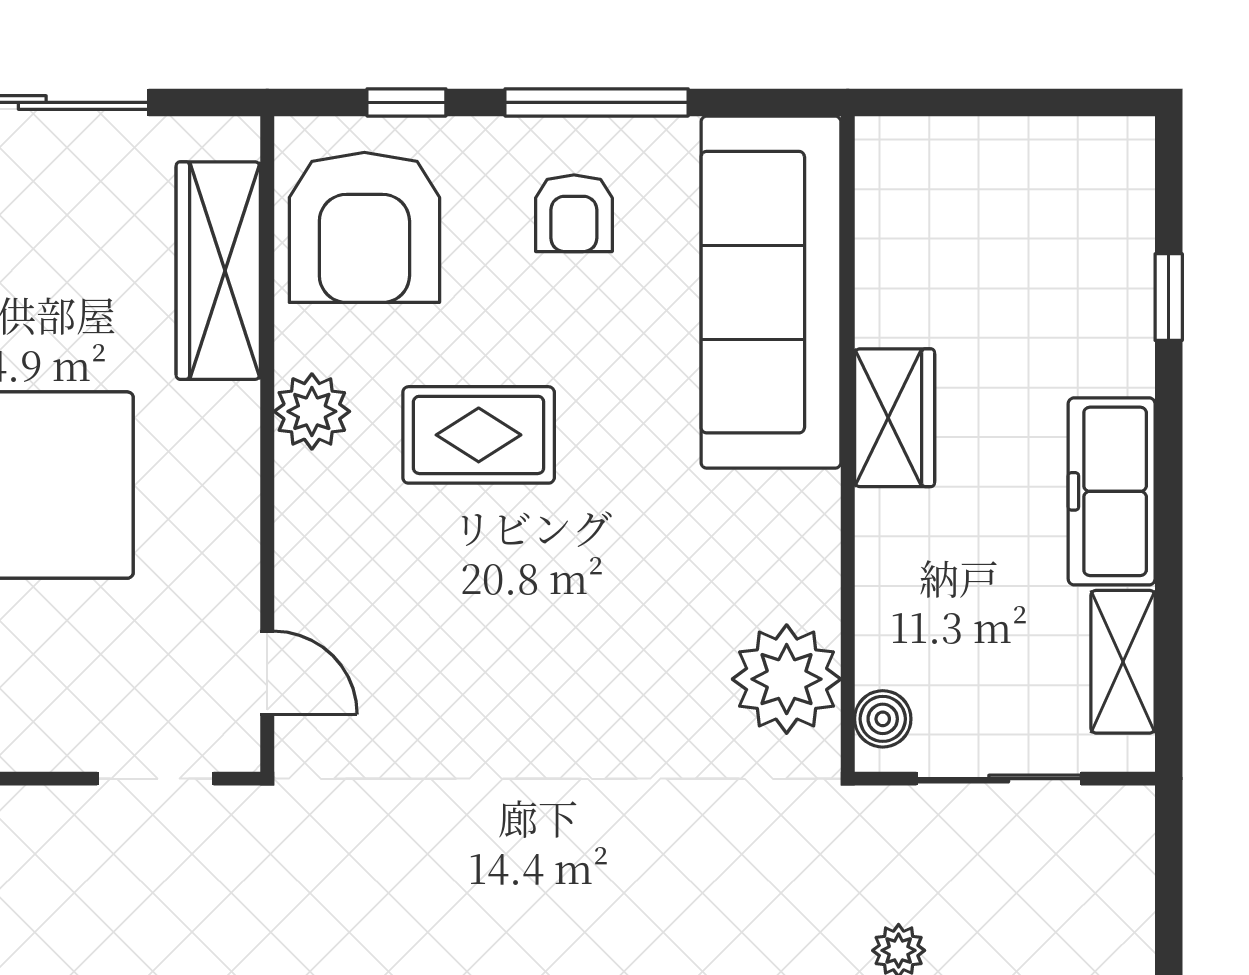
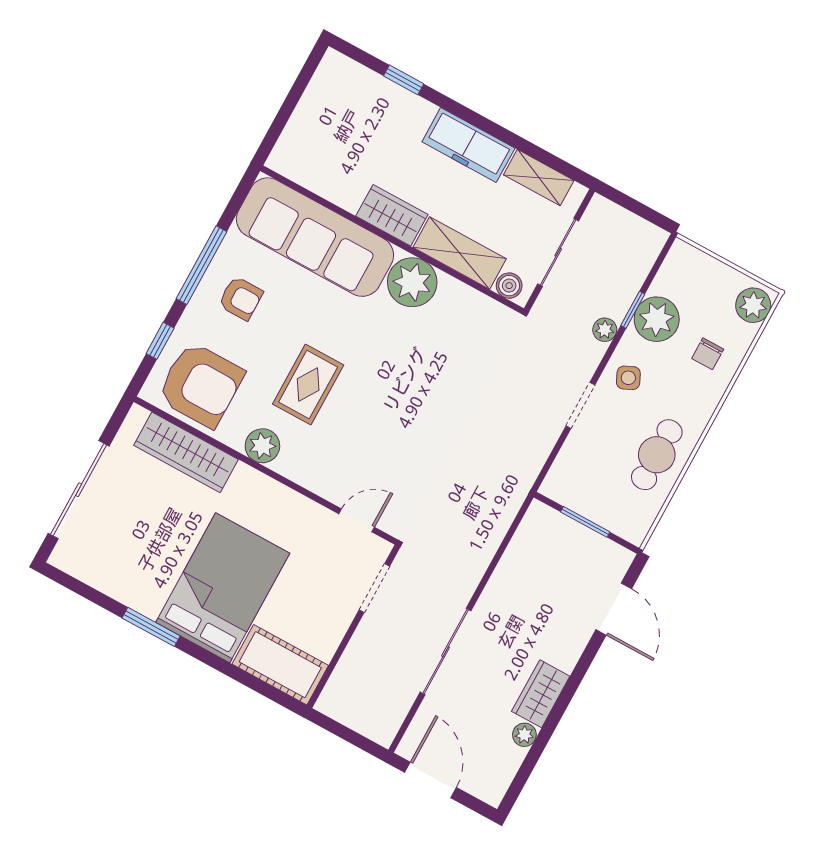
shelving: (893, 589) -> (460, 253), added
plant: (787, 679) -> (412, 282), moved

